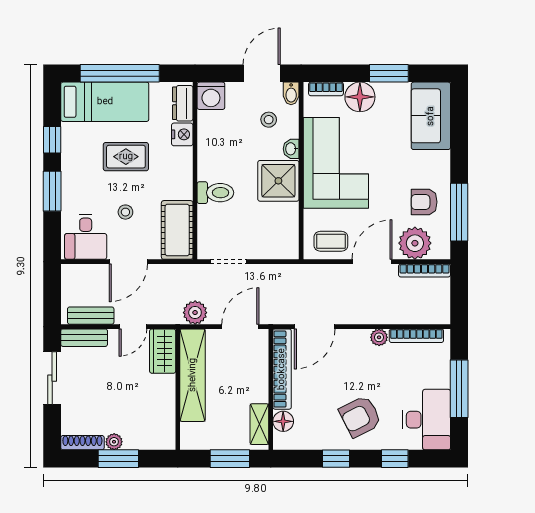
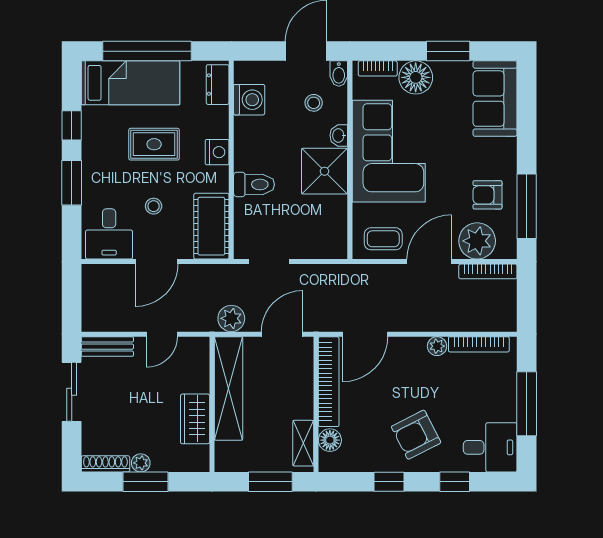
washing machine: (211, 96) -> (249, 100), moved, turned -90
nightstand: (182, 134) -> (217, 152), moved
bench: (91, 316) -> (115, 322), removed
wardrobe: (163, 351) -> (195, 419), moved
desk: (427, 420) -> (490, 447), width x0.73

